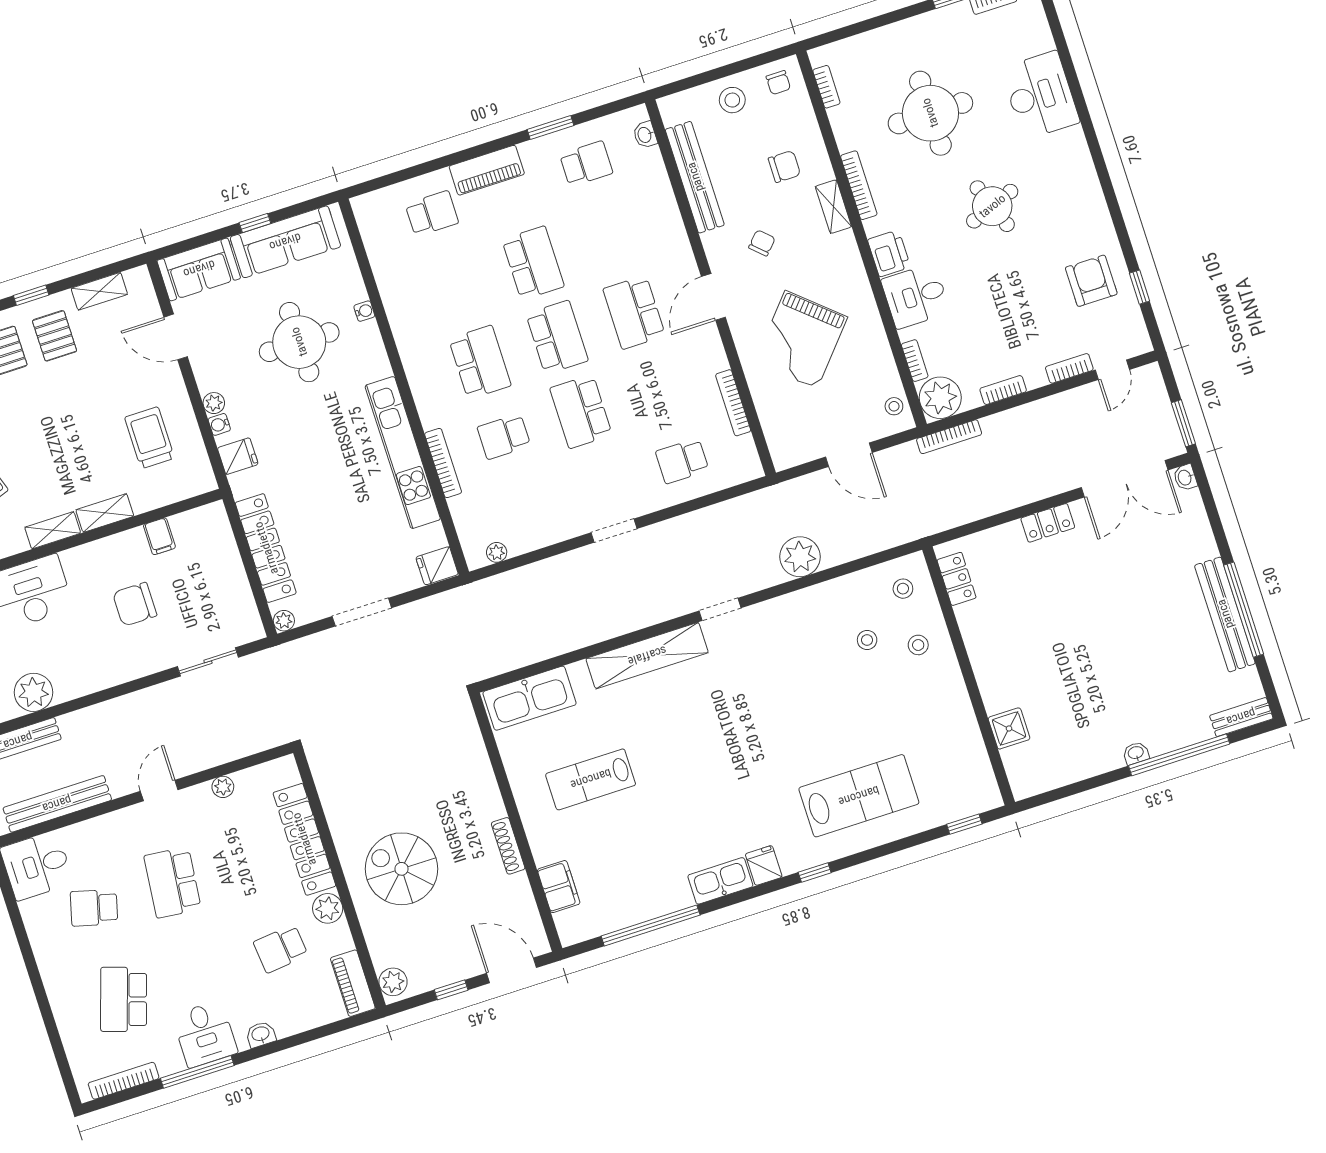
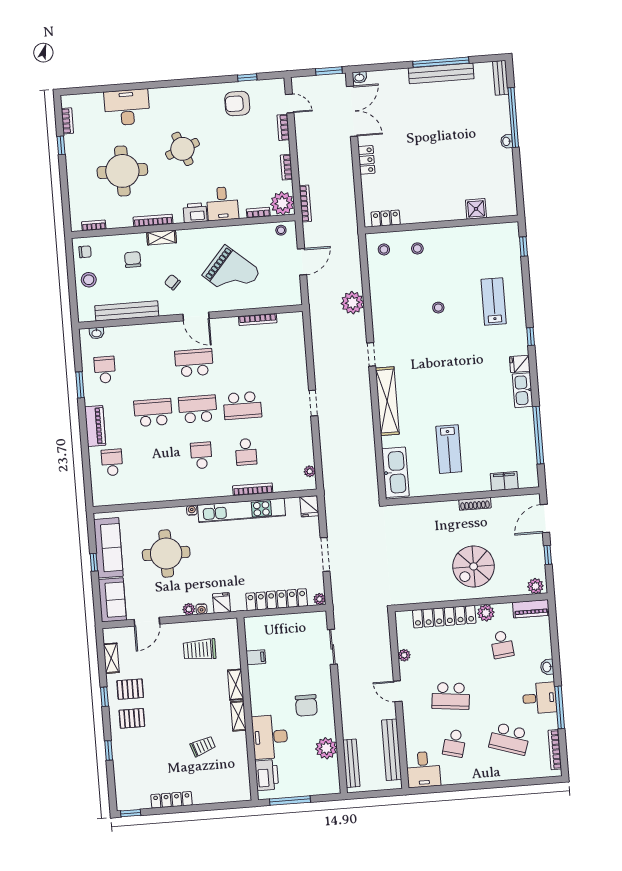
water cooler: (364, 311) -> (192, 510), moved
school desk: (634, 312) -> (194, 363), turned 180
school desk: (480, 362) -> (201, 455), width x0.54
school desk: (682, 461) -> (283, 356), removed
chair: (135, 604) -> (306, 705), moved
stool: (867, 640) -> (438, 308), moved
lab bench: (859, 796) -> (494, 302), width x0.73, depth x0.72

